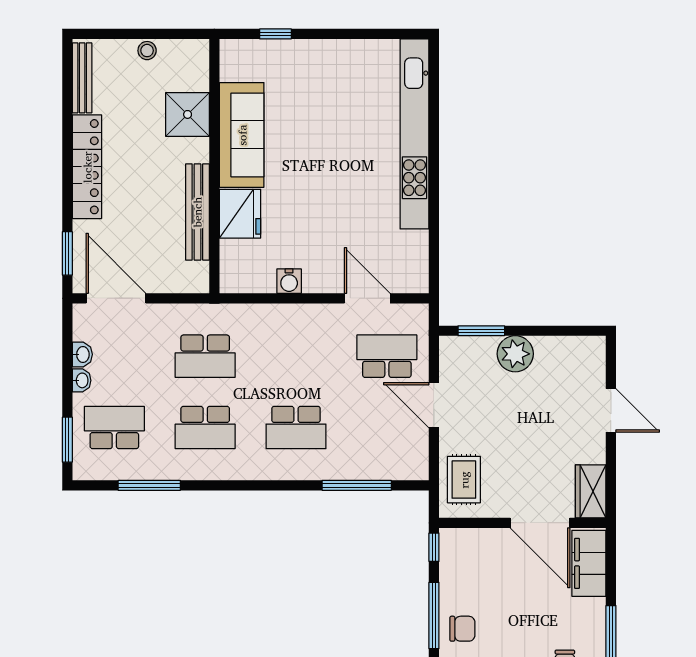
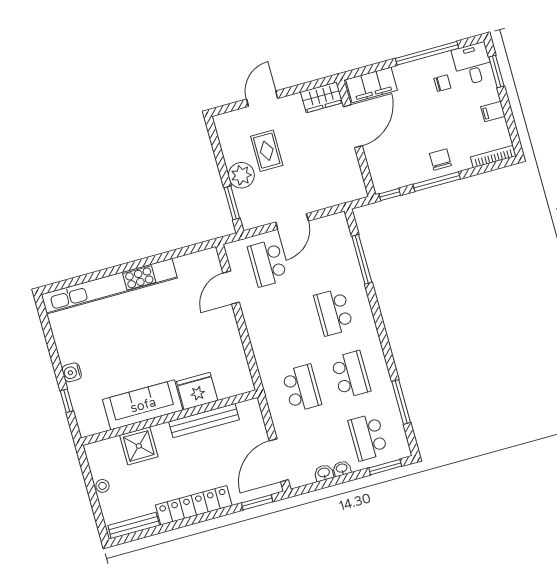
water cooler: (289, 281) -> (72, 372), moved, turned 180
school desk: (296, 428) -> (334, 312), turned 180
rug: (464, 480) -> (267, 151), moved, turned 90

